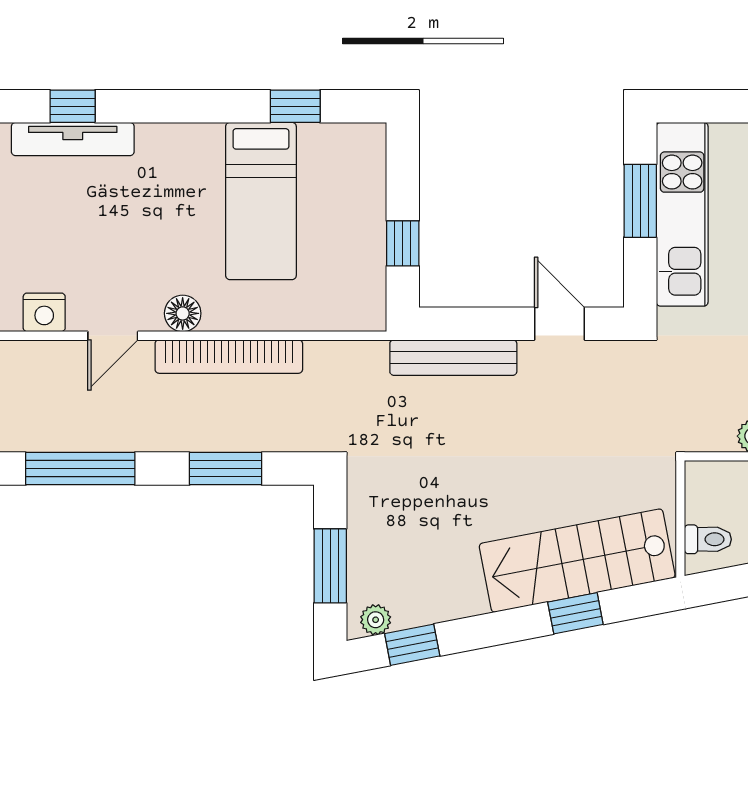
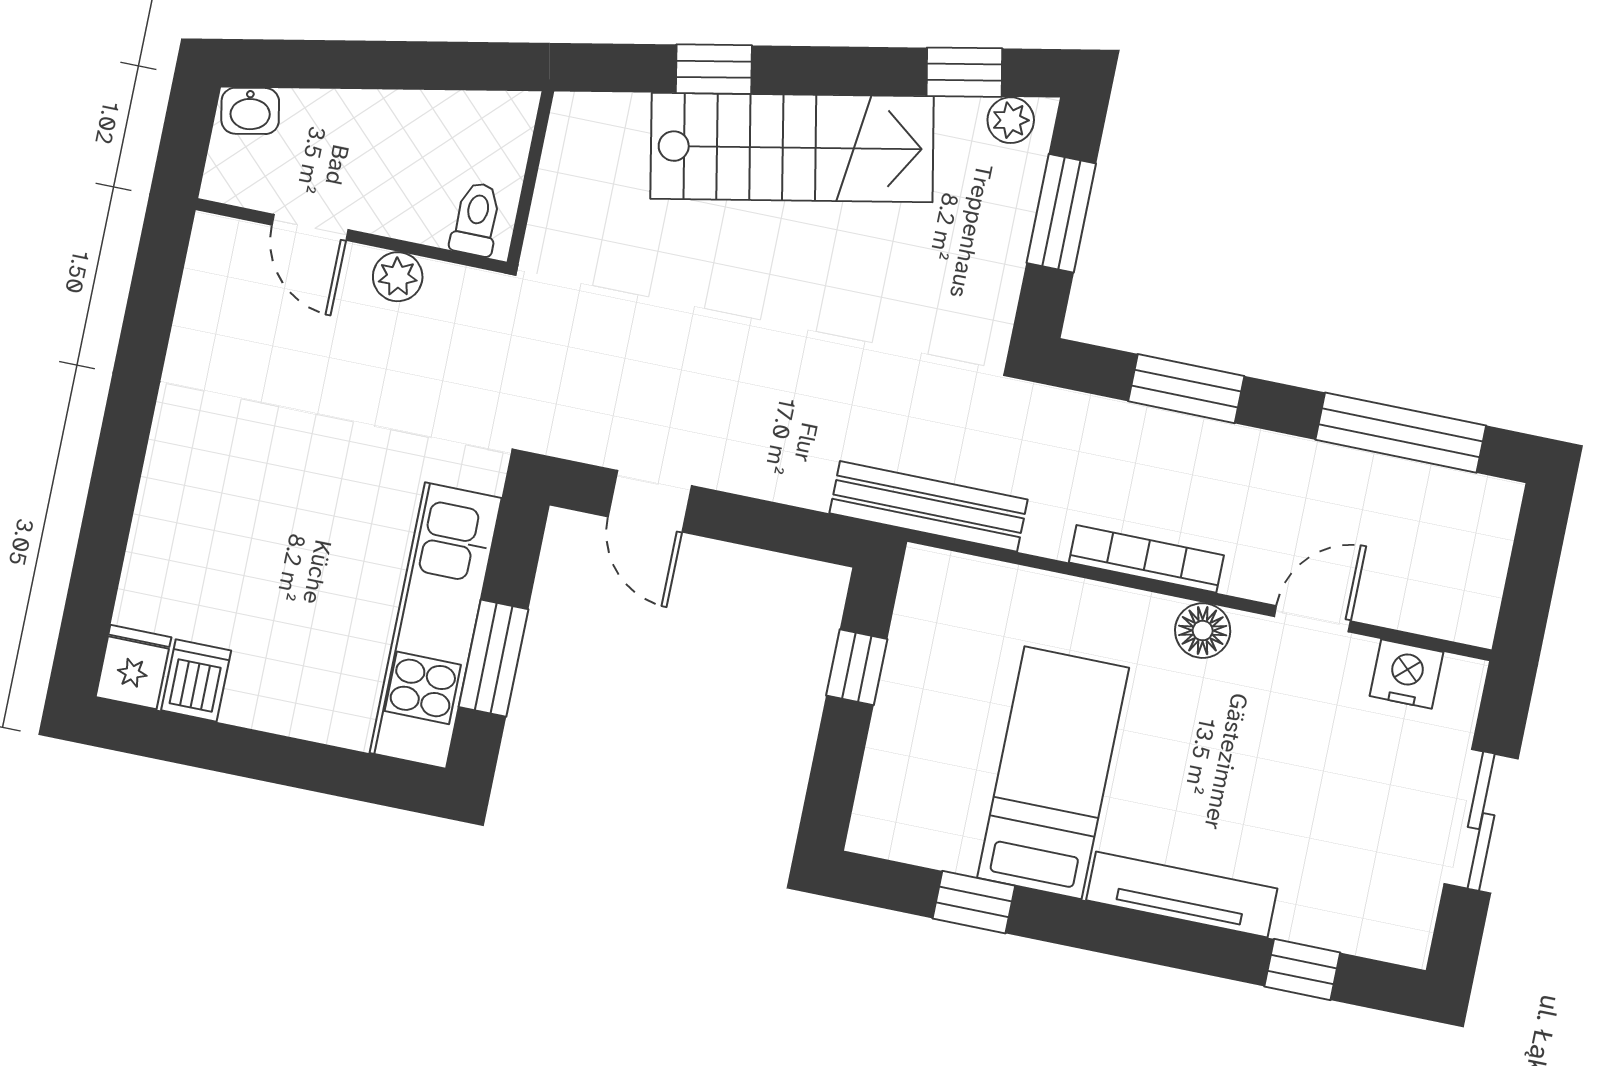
tv unit: (73, 139) -> (1182, 894), moved
bookcase: (229, 357) -> (1146, 559), width x0.68, depth x0.76
bench: (453, 358) -> (929, 506), moved
toilet: (708, 539) -> (476, 219), moved, turned 90
stairs: (577, 561) -> (792, 148), moved

